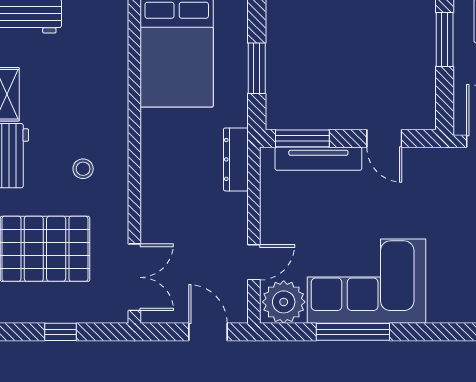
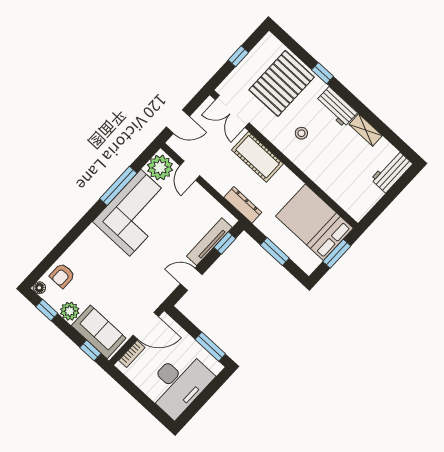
window: (302, 138) -> (225, 243), width x0.67
cot: (161, 196) -> (257, 157), added

